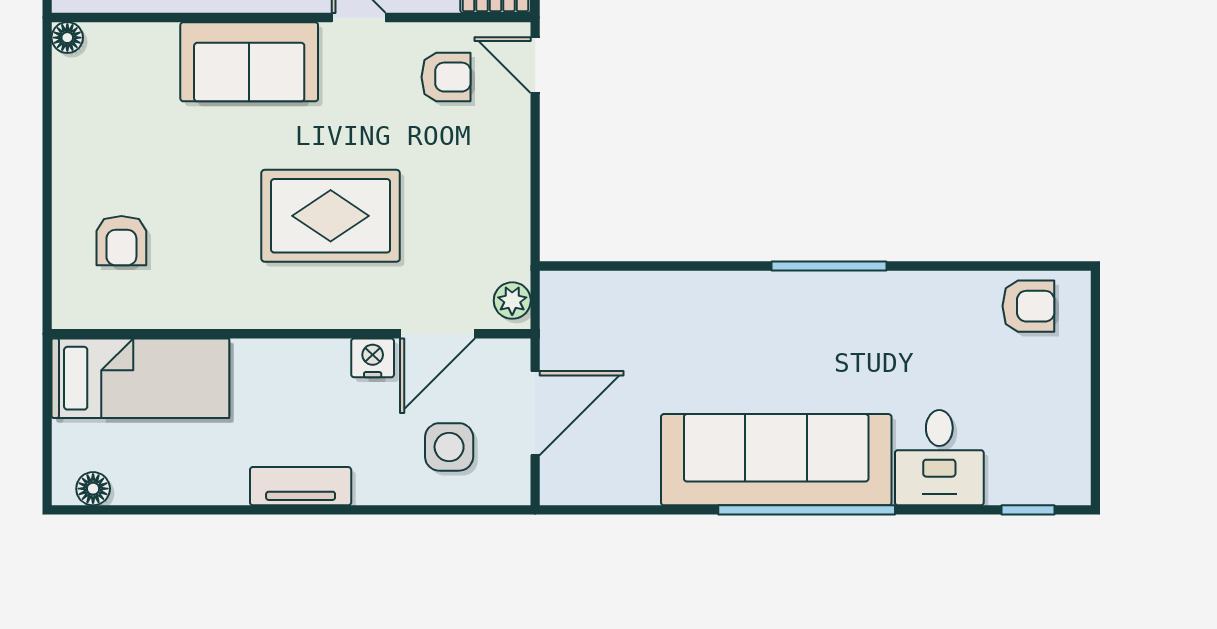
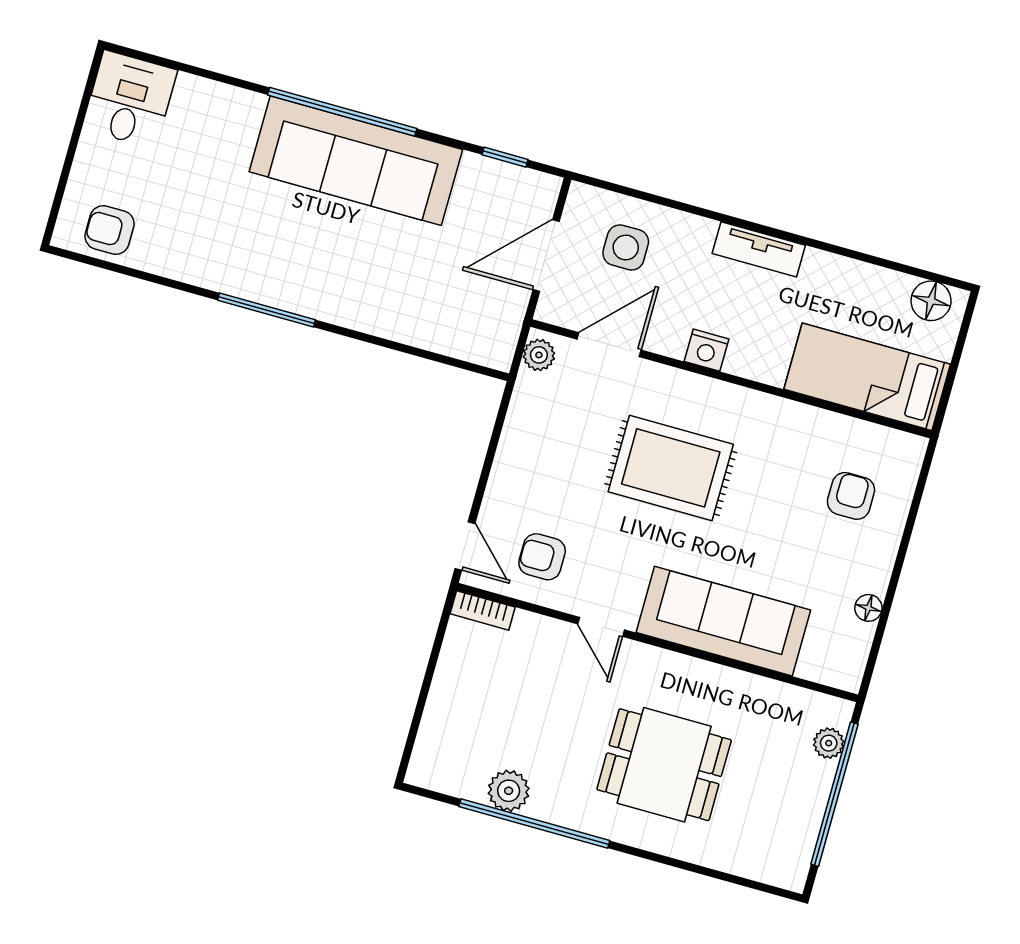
floor lamp: (67, 38) -> (868, 608), moved
sofa: (249, 62) -> (723, 621), width x1.36
nightstand: (373, 358) -> (706, 350), moved
desk: (939, 458) -> (130, 99), moved
floor lamp: (93, 489) -> (931, 301), width x1.37, depth x1.37
window: (1028, 510) -> (505, 157), moved

